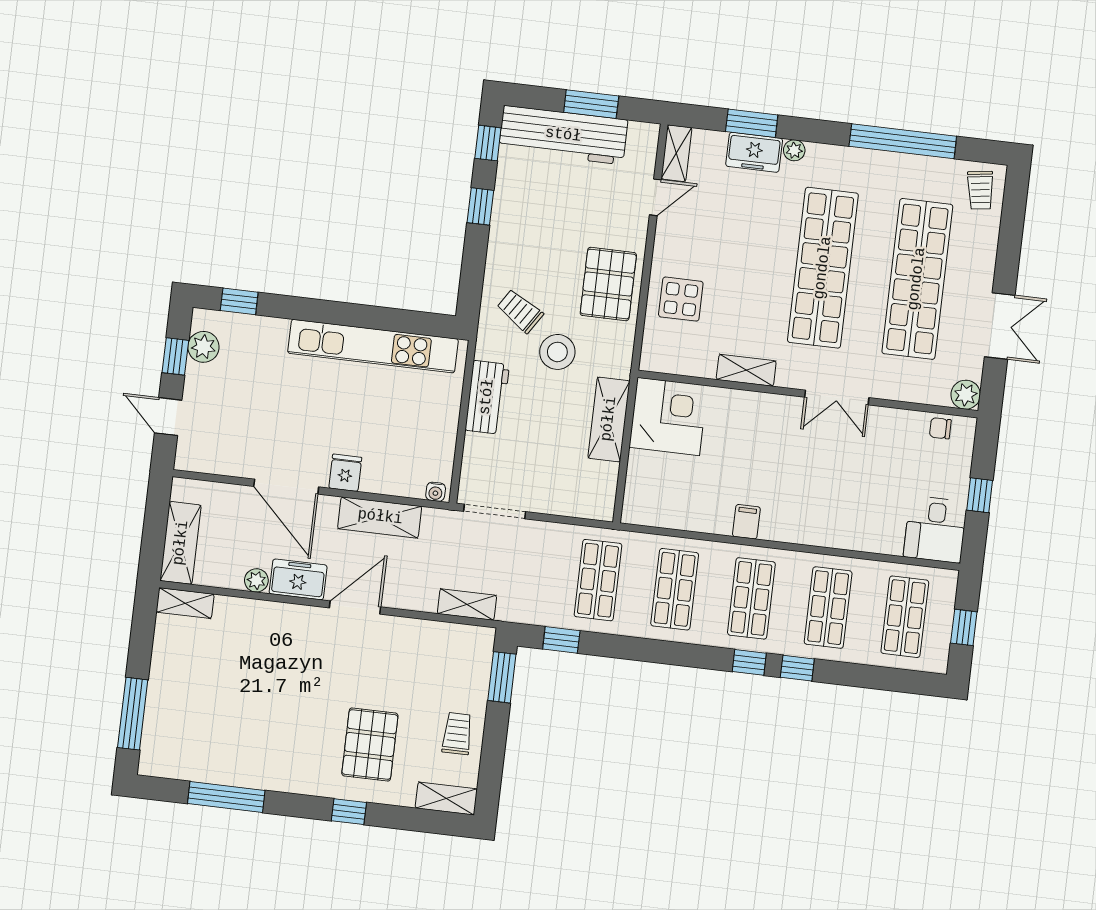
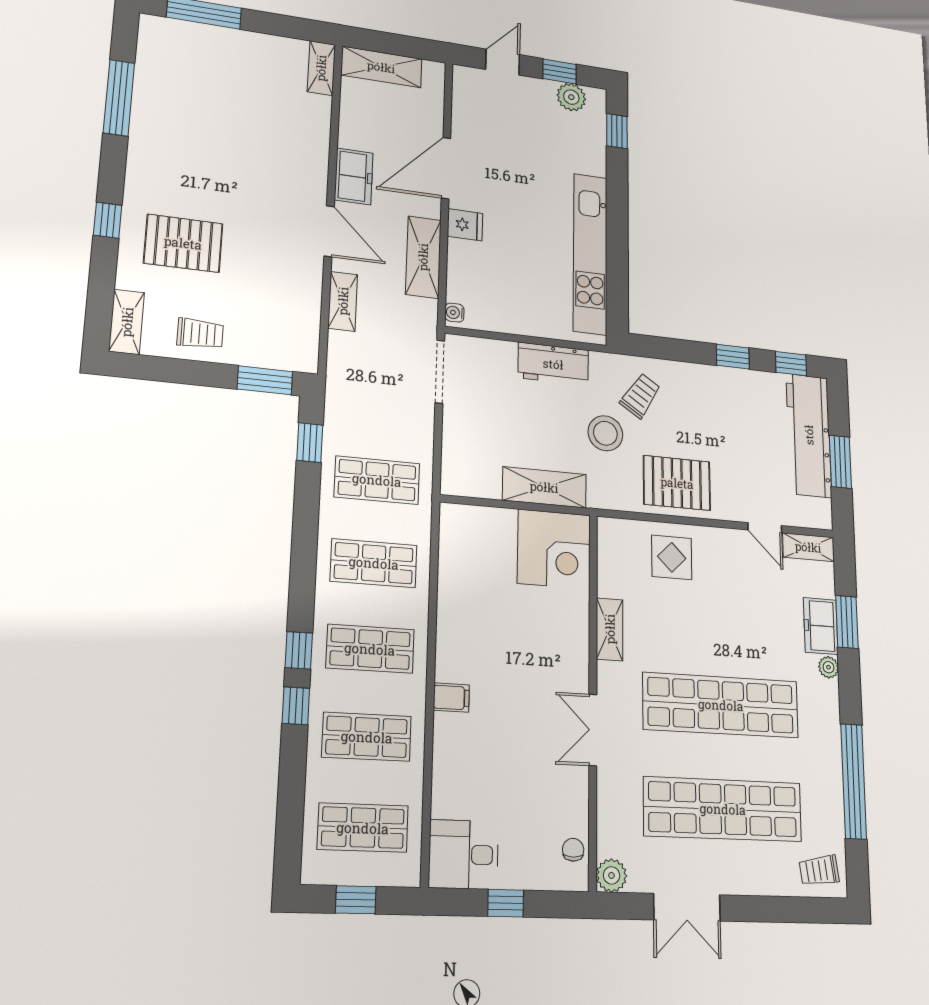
filing cabinet: (746, 522) -> (451, 698), moved
plant: (256, 580) -> (350, 136), removed
shelving: (467, 605) -> (343, 301), moved

